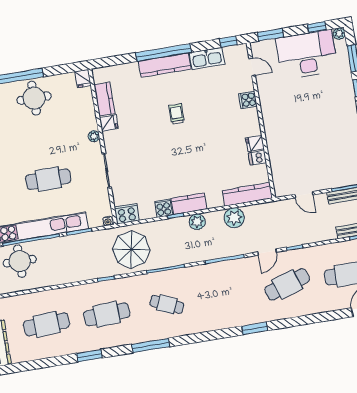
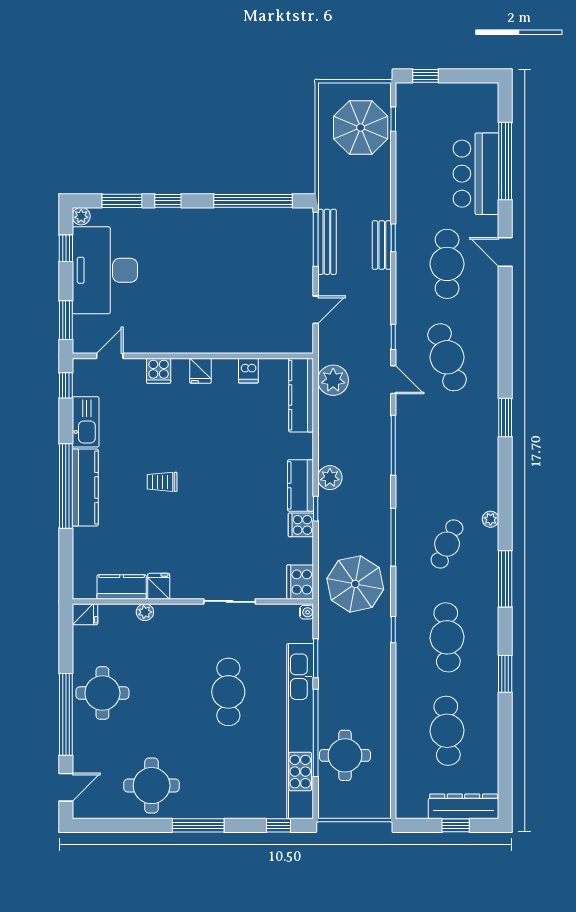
plant: (94, 136) -> (145, 612), moved
fridge: (255, 143) -> (200, 371), moved
plant: (234, 218) -> (333, 380), moved
plant: (187, 330) -> (491, 519), added

